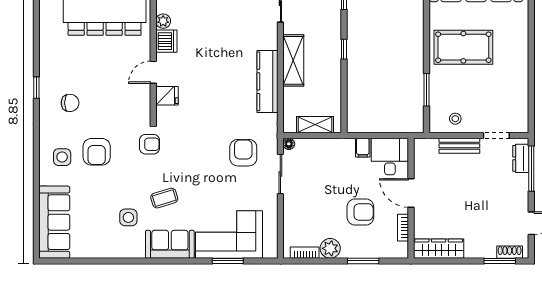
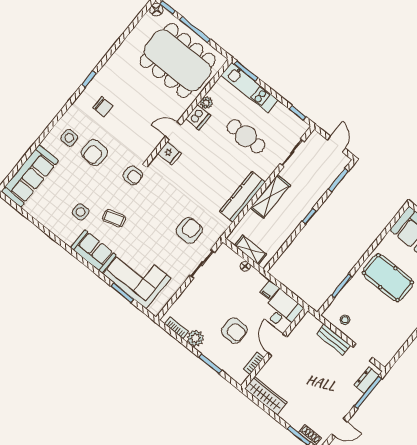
cafe table: (225, 23) -> (246, 136), added
floor lamp: (289, 144) -> (245, 266), moved

